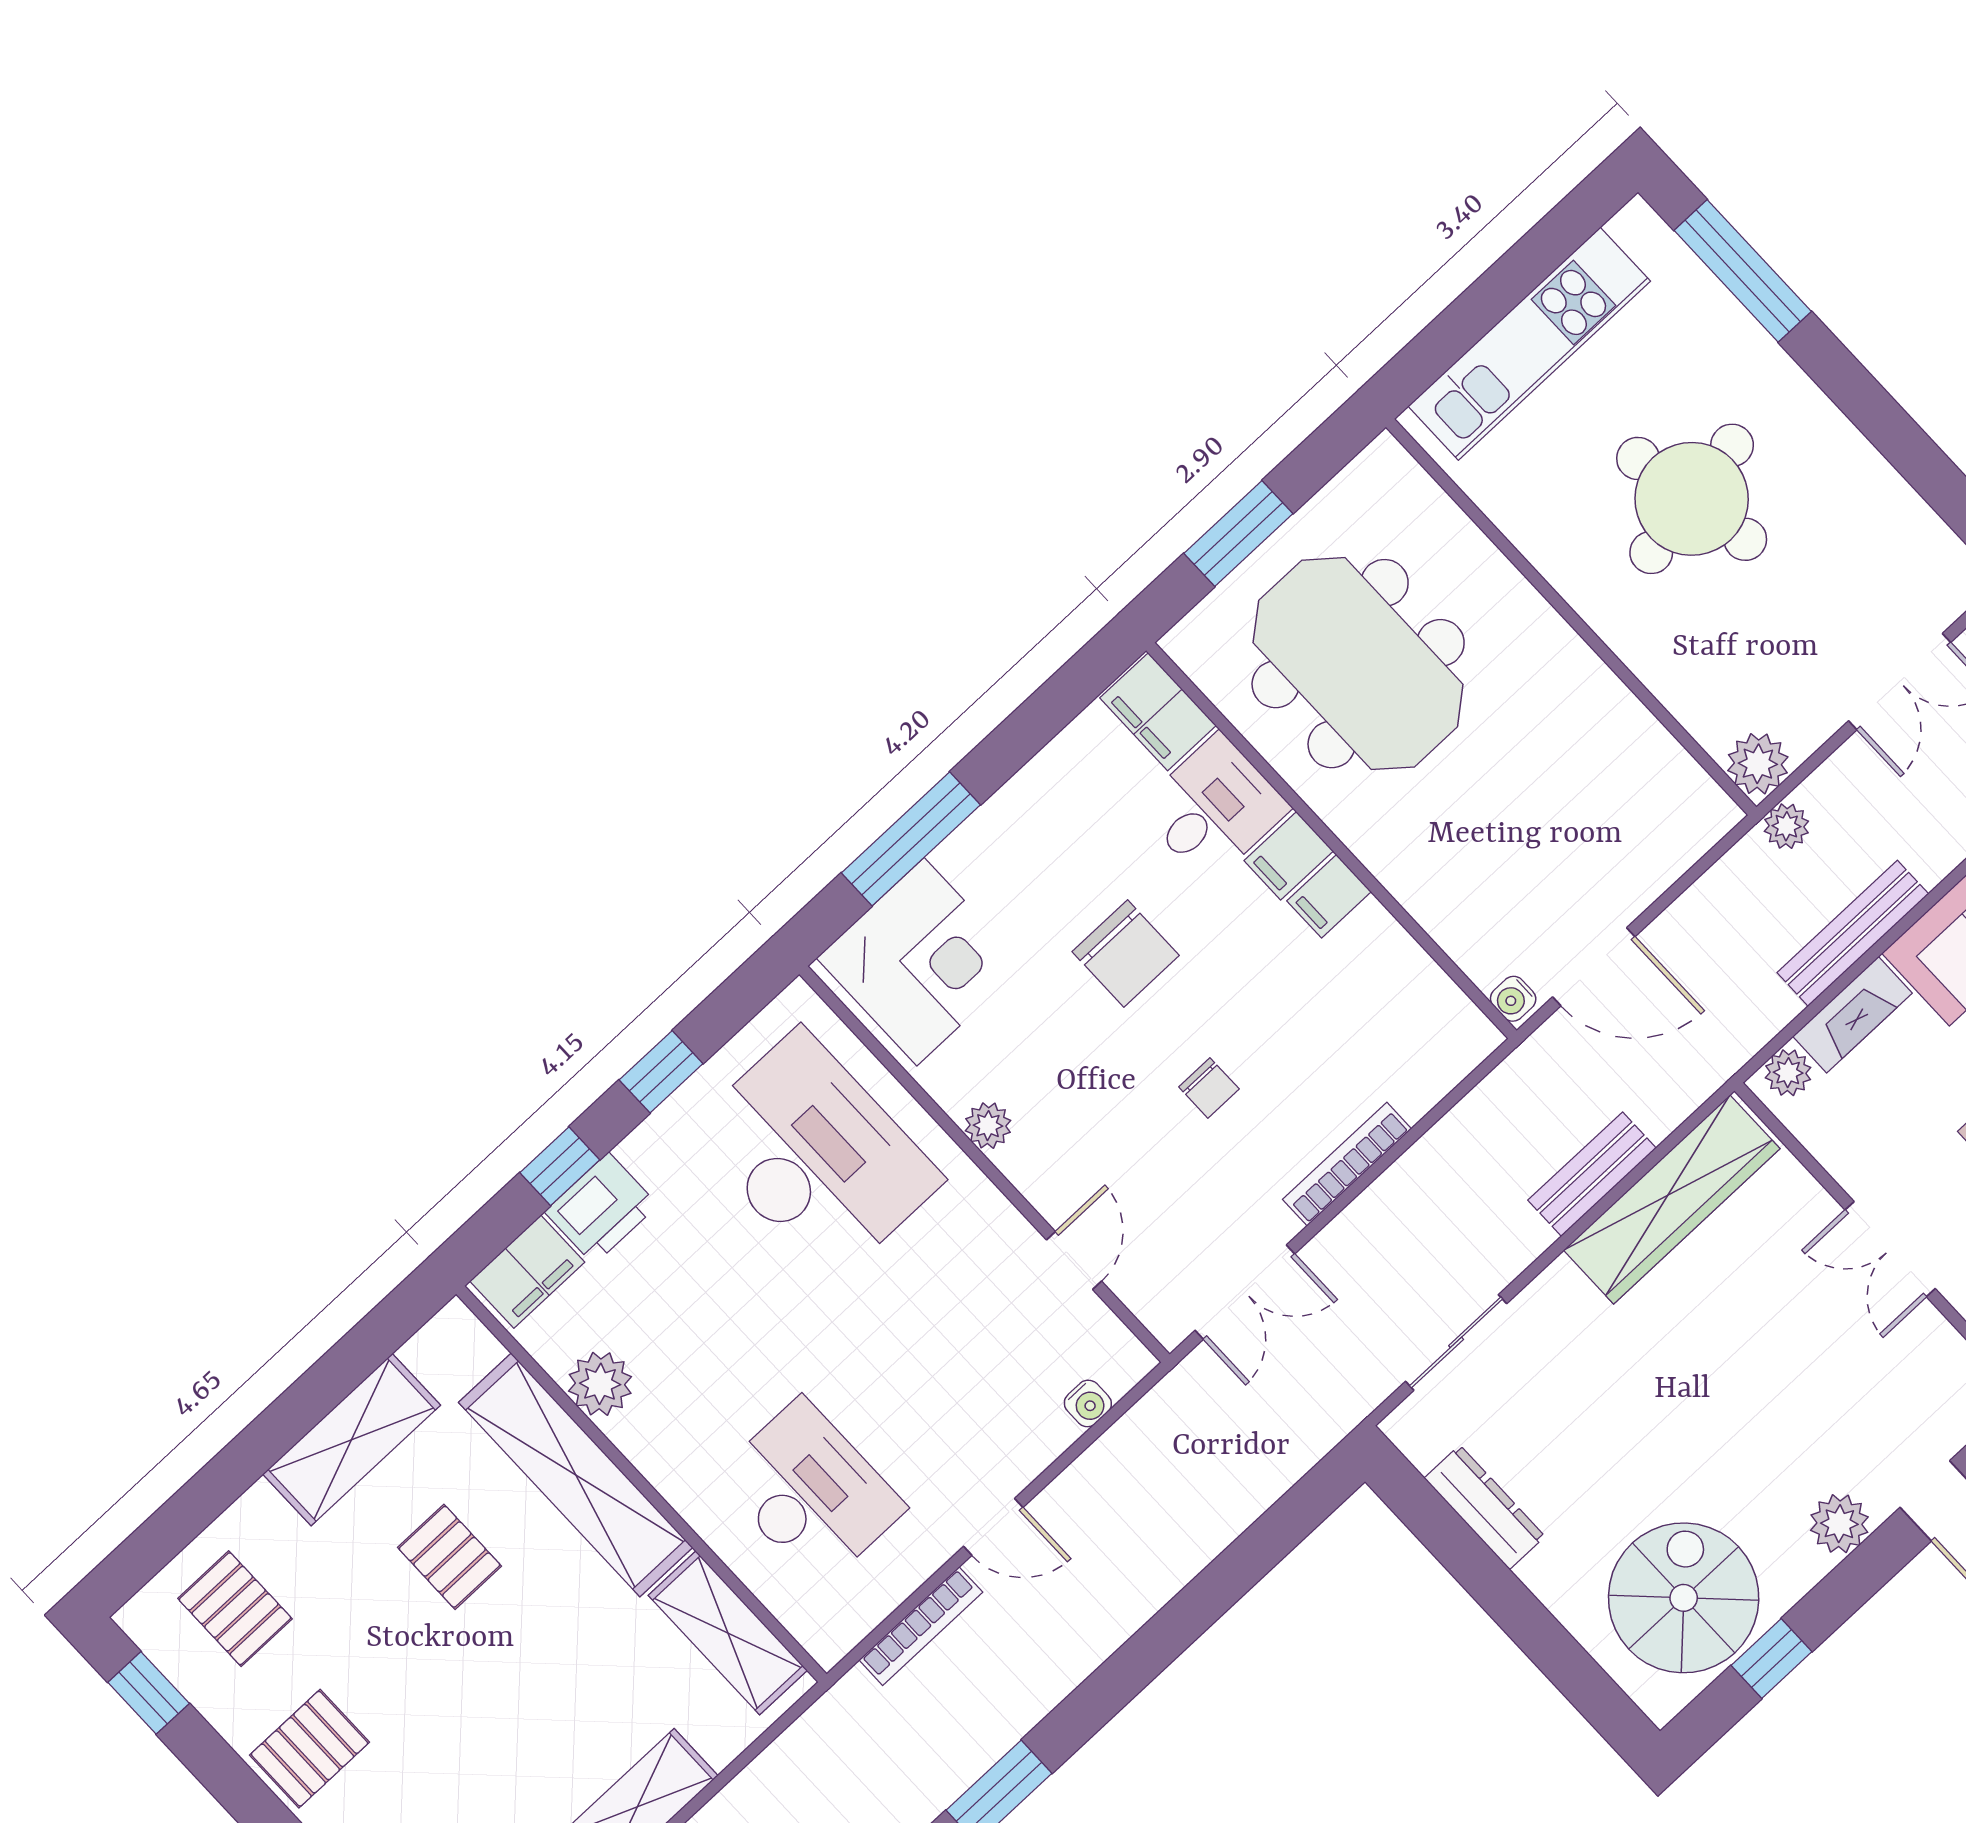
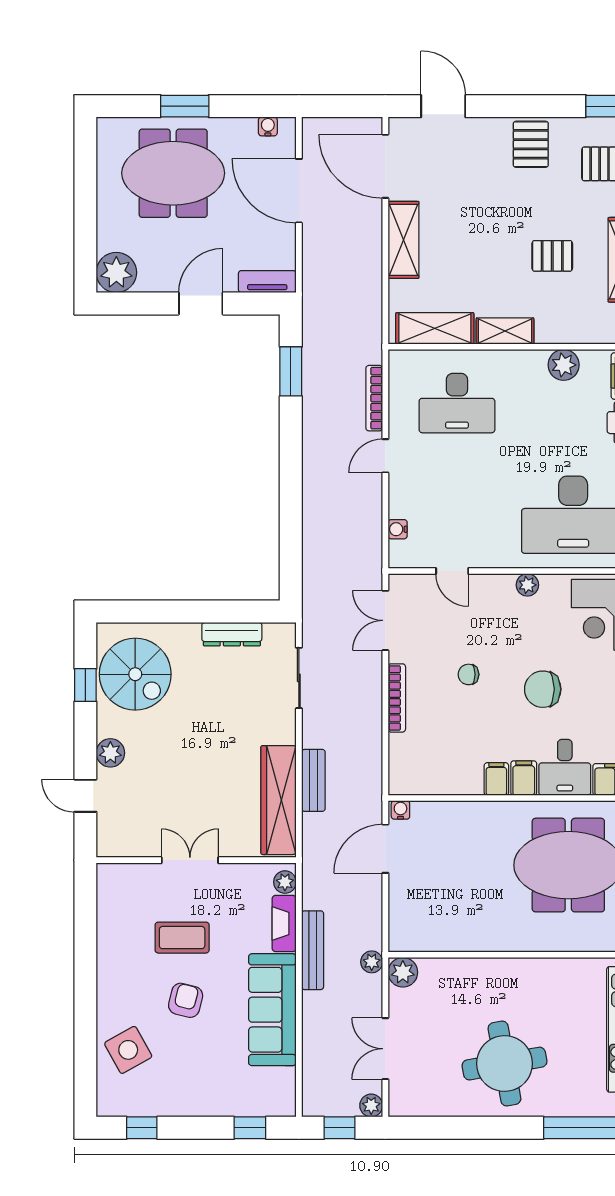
round table: (1692, 499) -> (504, 1064), moved
shelving: (576, 1475) -> (505, 331), width x0.45, depth x0.75

